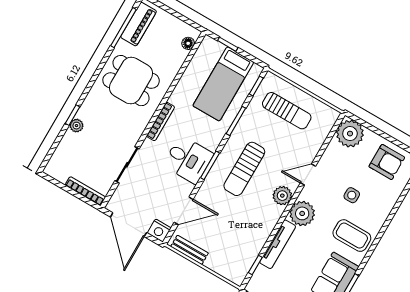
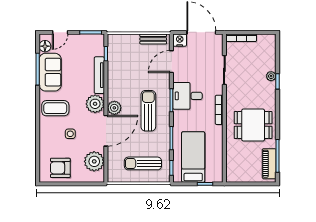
floor lamp: (188, 43) -> (231, 170), removed
plant: (350, 134) -> (94, 161), moved
door: (308, 175) -> (106, 131), width x1.87

